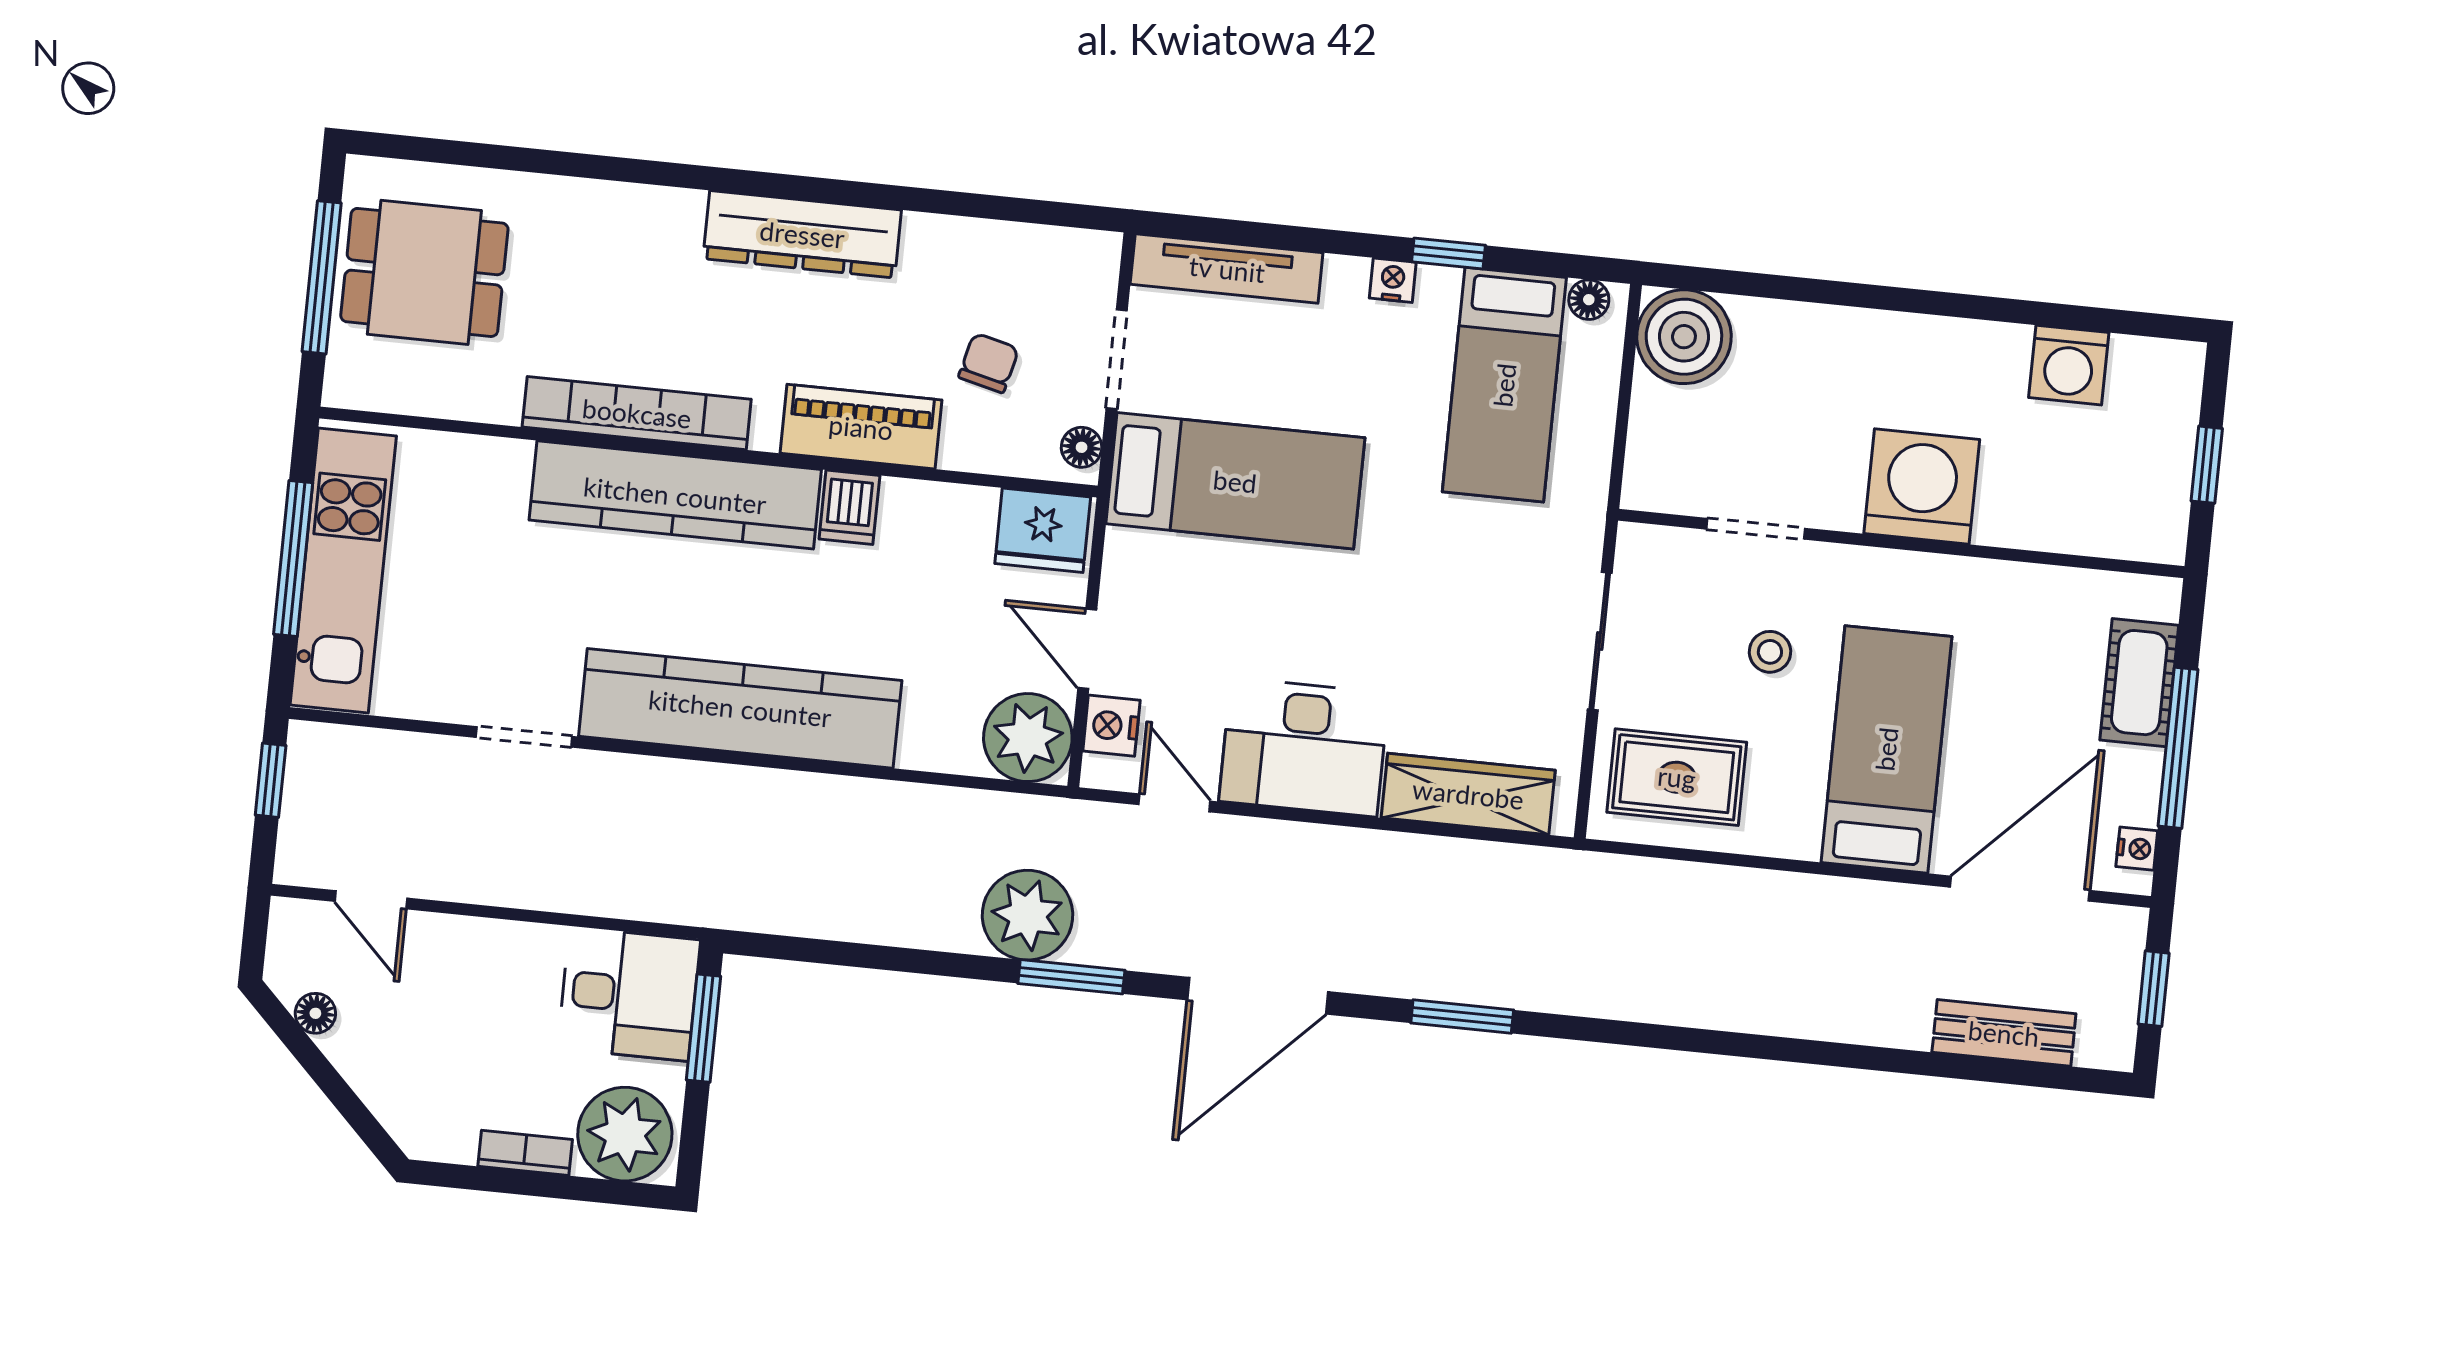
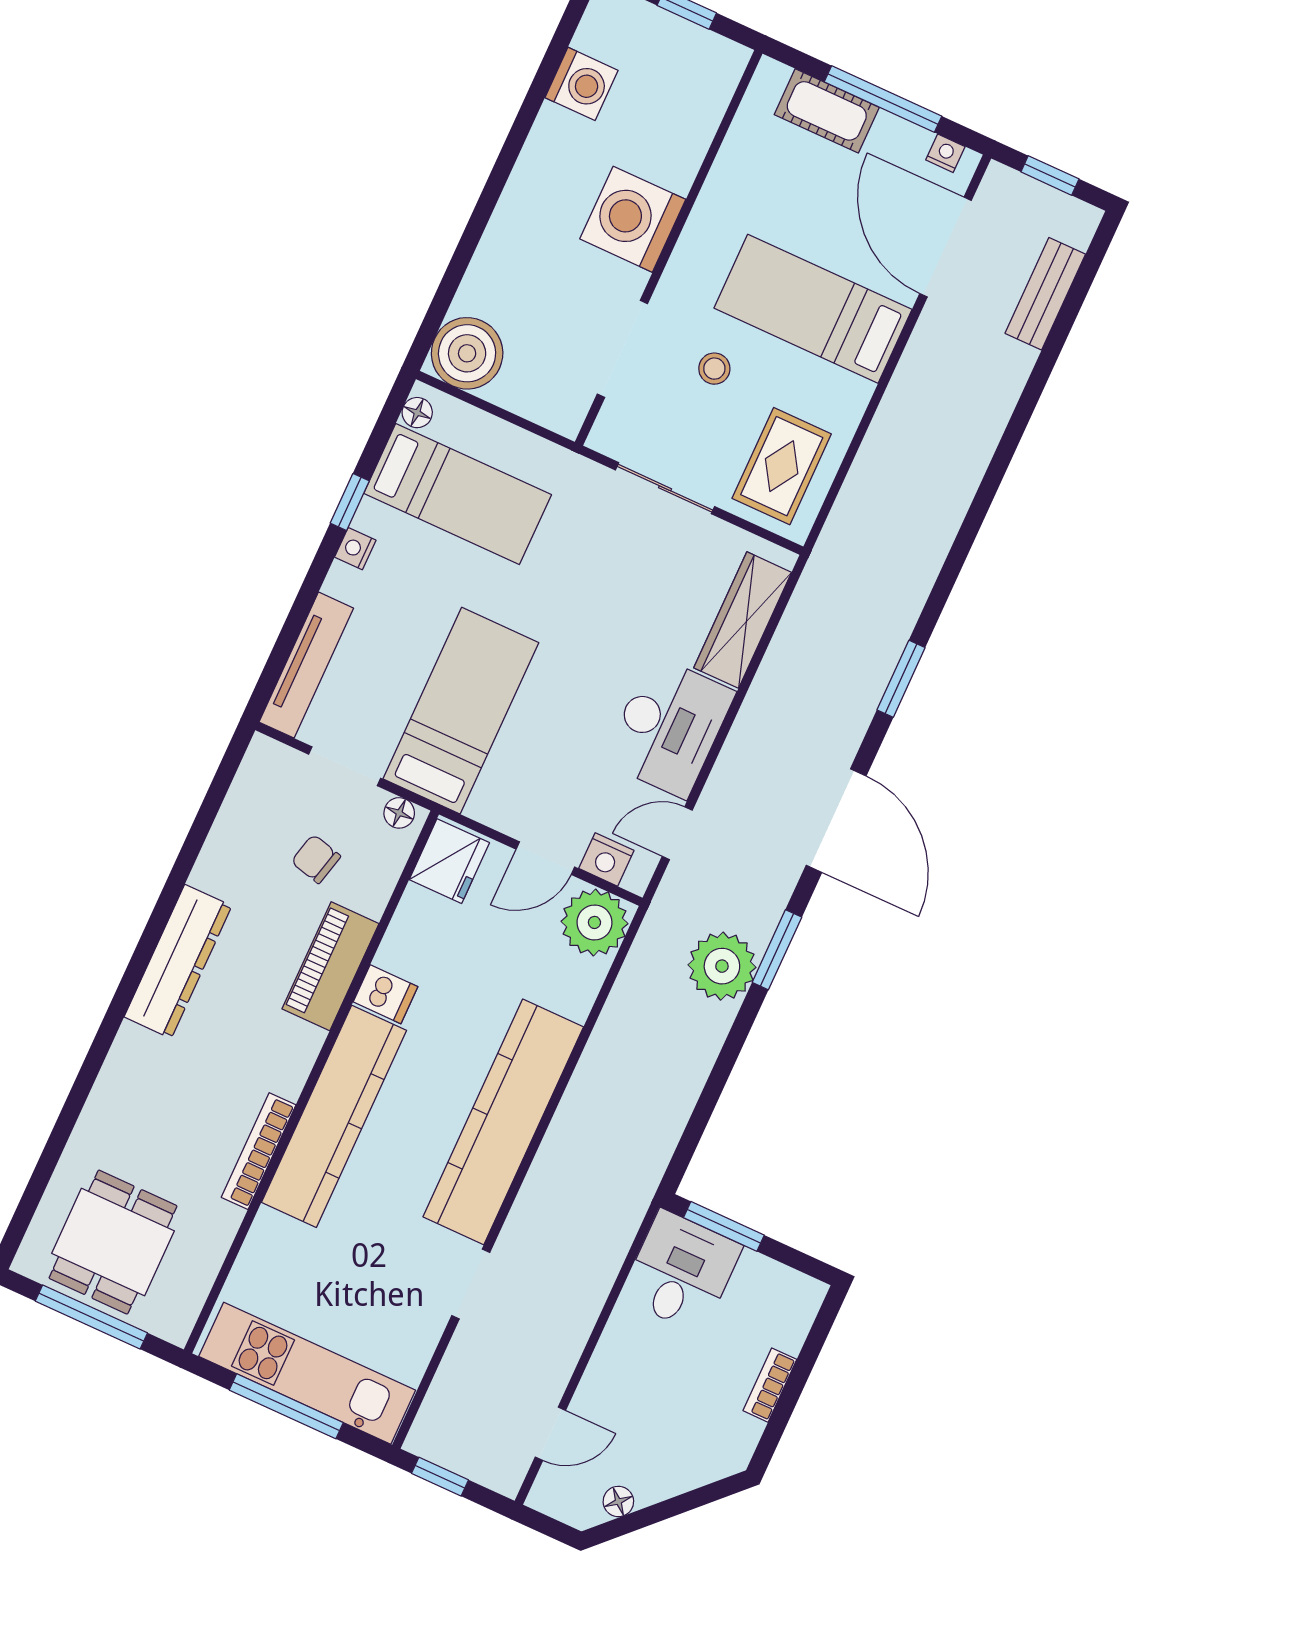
bookcase: (637, 413) -> (259, 1151), width x0.68, depth x0.76
doorway: (1756, 529) -> (622, 349), width x1.38
plant: (625, 1134) -> (781, 1309), removed

